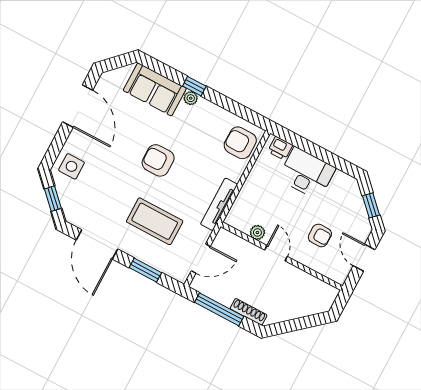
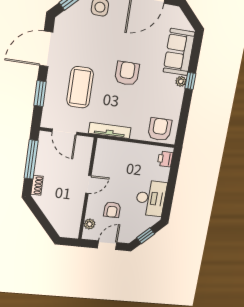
desk: (307, 173) -> (151, 198), moved
plant: (257, 232) -> (90, 224), moved
shoe rack: (249, 312) -> (37, 185), width x0.70

